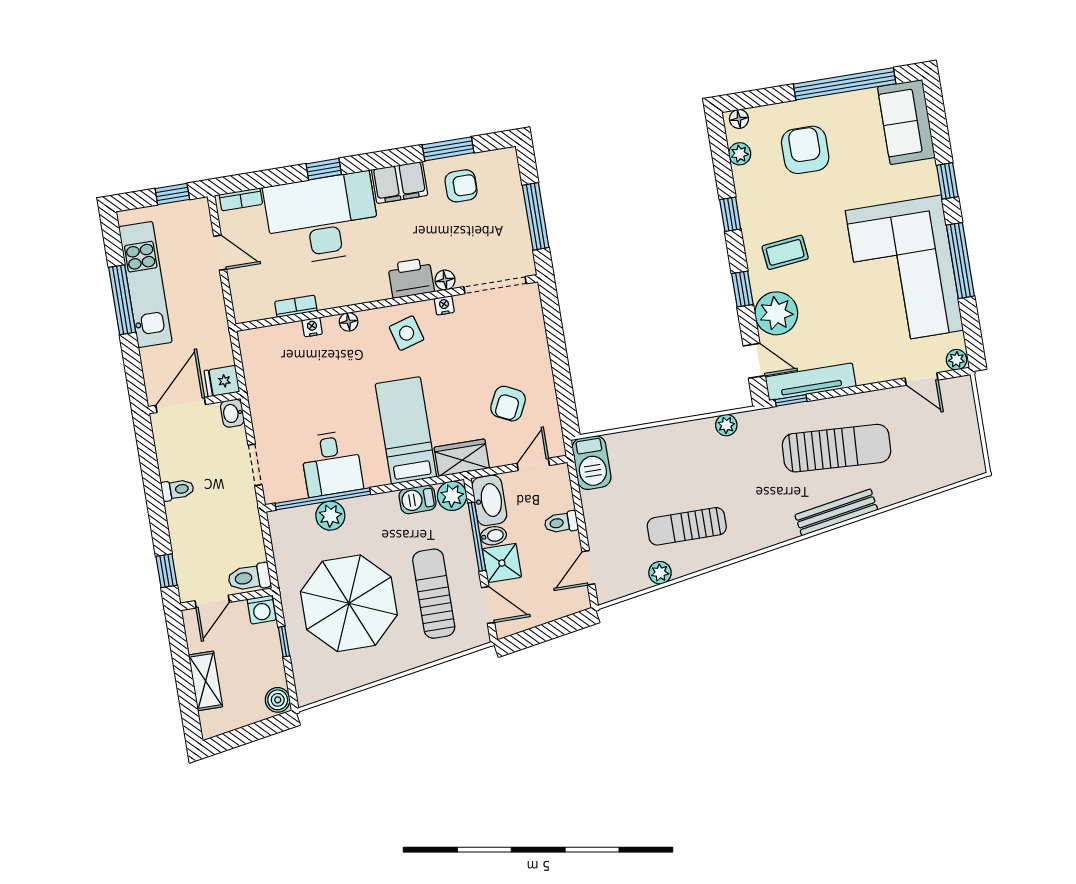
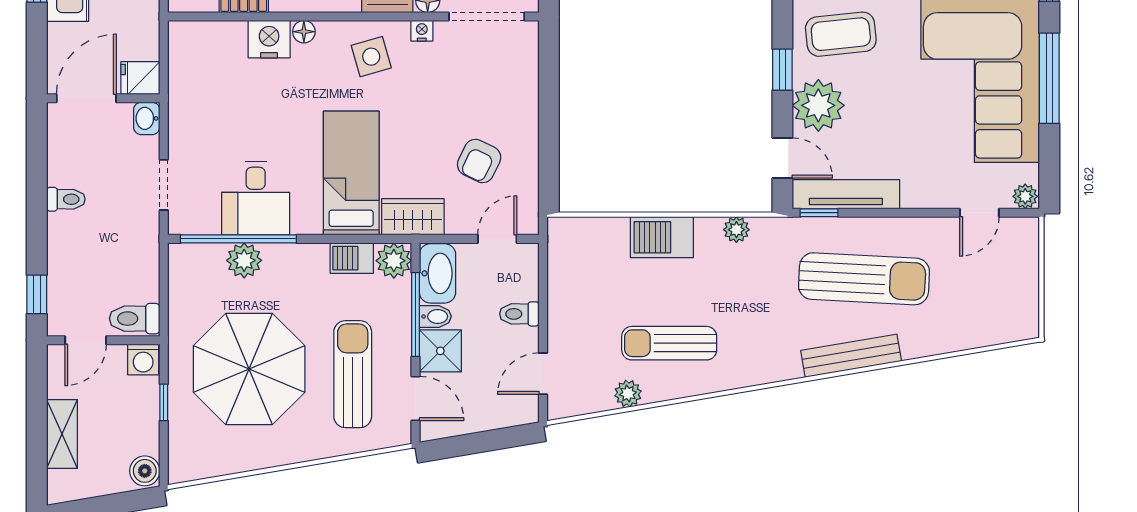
coffee table: (785, 252) -> (841, 34), width x1.36, depth x1.30
nightstand: (312, 327) -> (269, 39), width x1.89, depth x1.79
door: (921, 379) -> (979, 213), hinge flipped
barbecue: (592, 463) -> (662, 237), moved, turned 90

